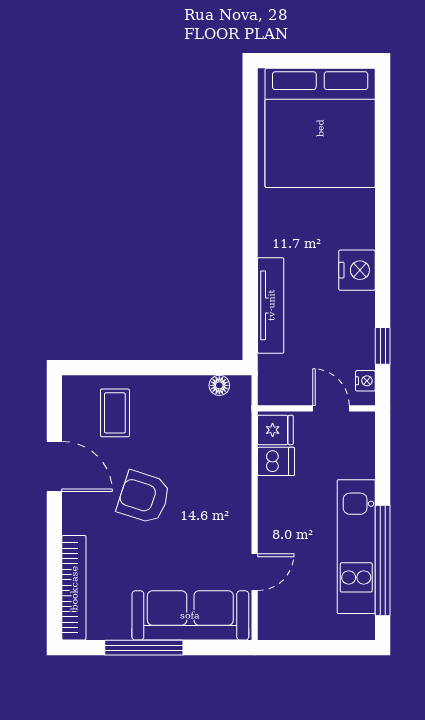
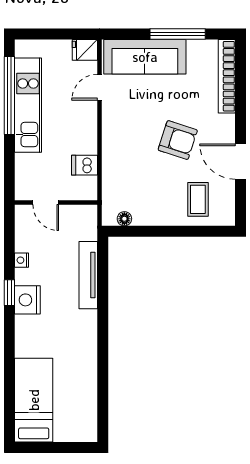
bed: (320, 128) -> (34, 400), width x0.49
window: (383, 346) -> (9, 293), moved
nightstand: (365, 381) -> (22, 260), moved
fridge: (275, 430) -> (85, 50), moved

